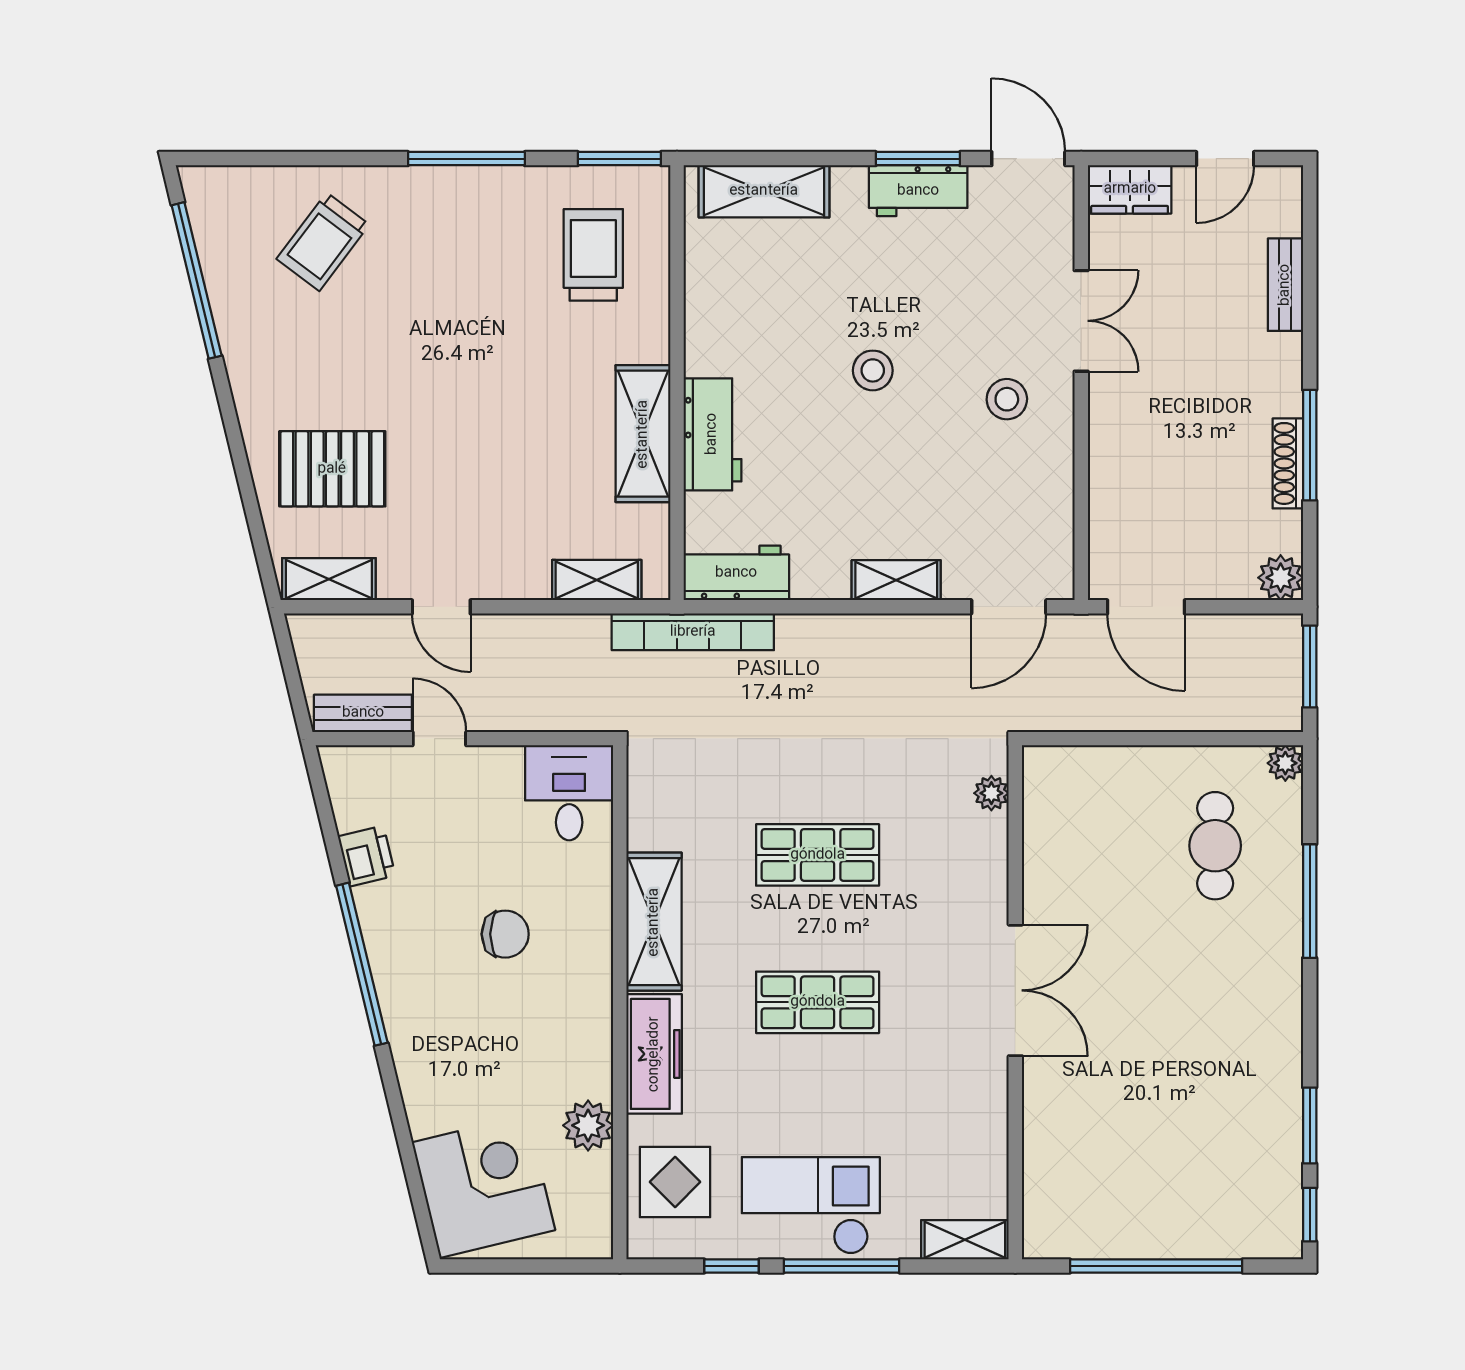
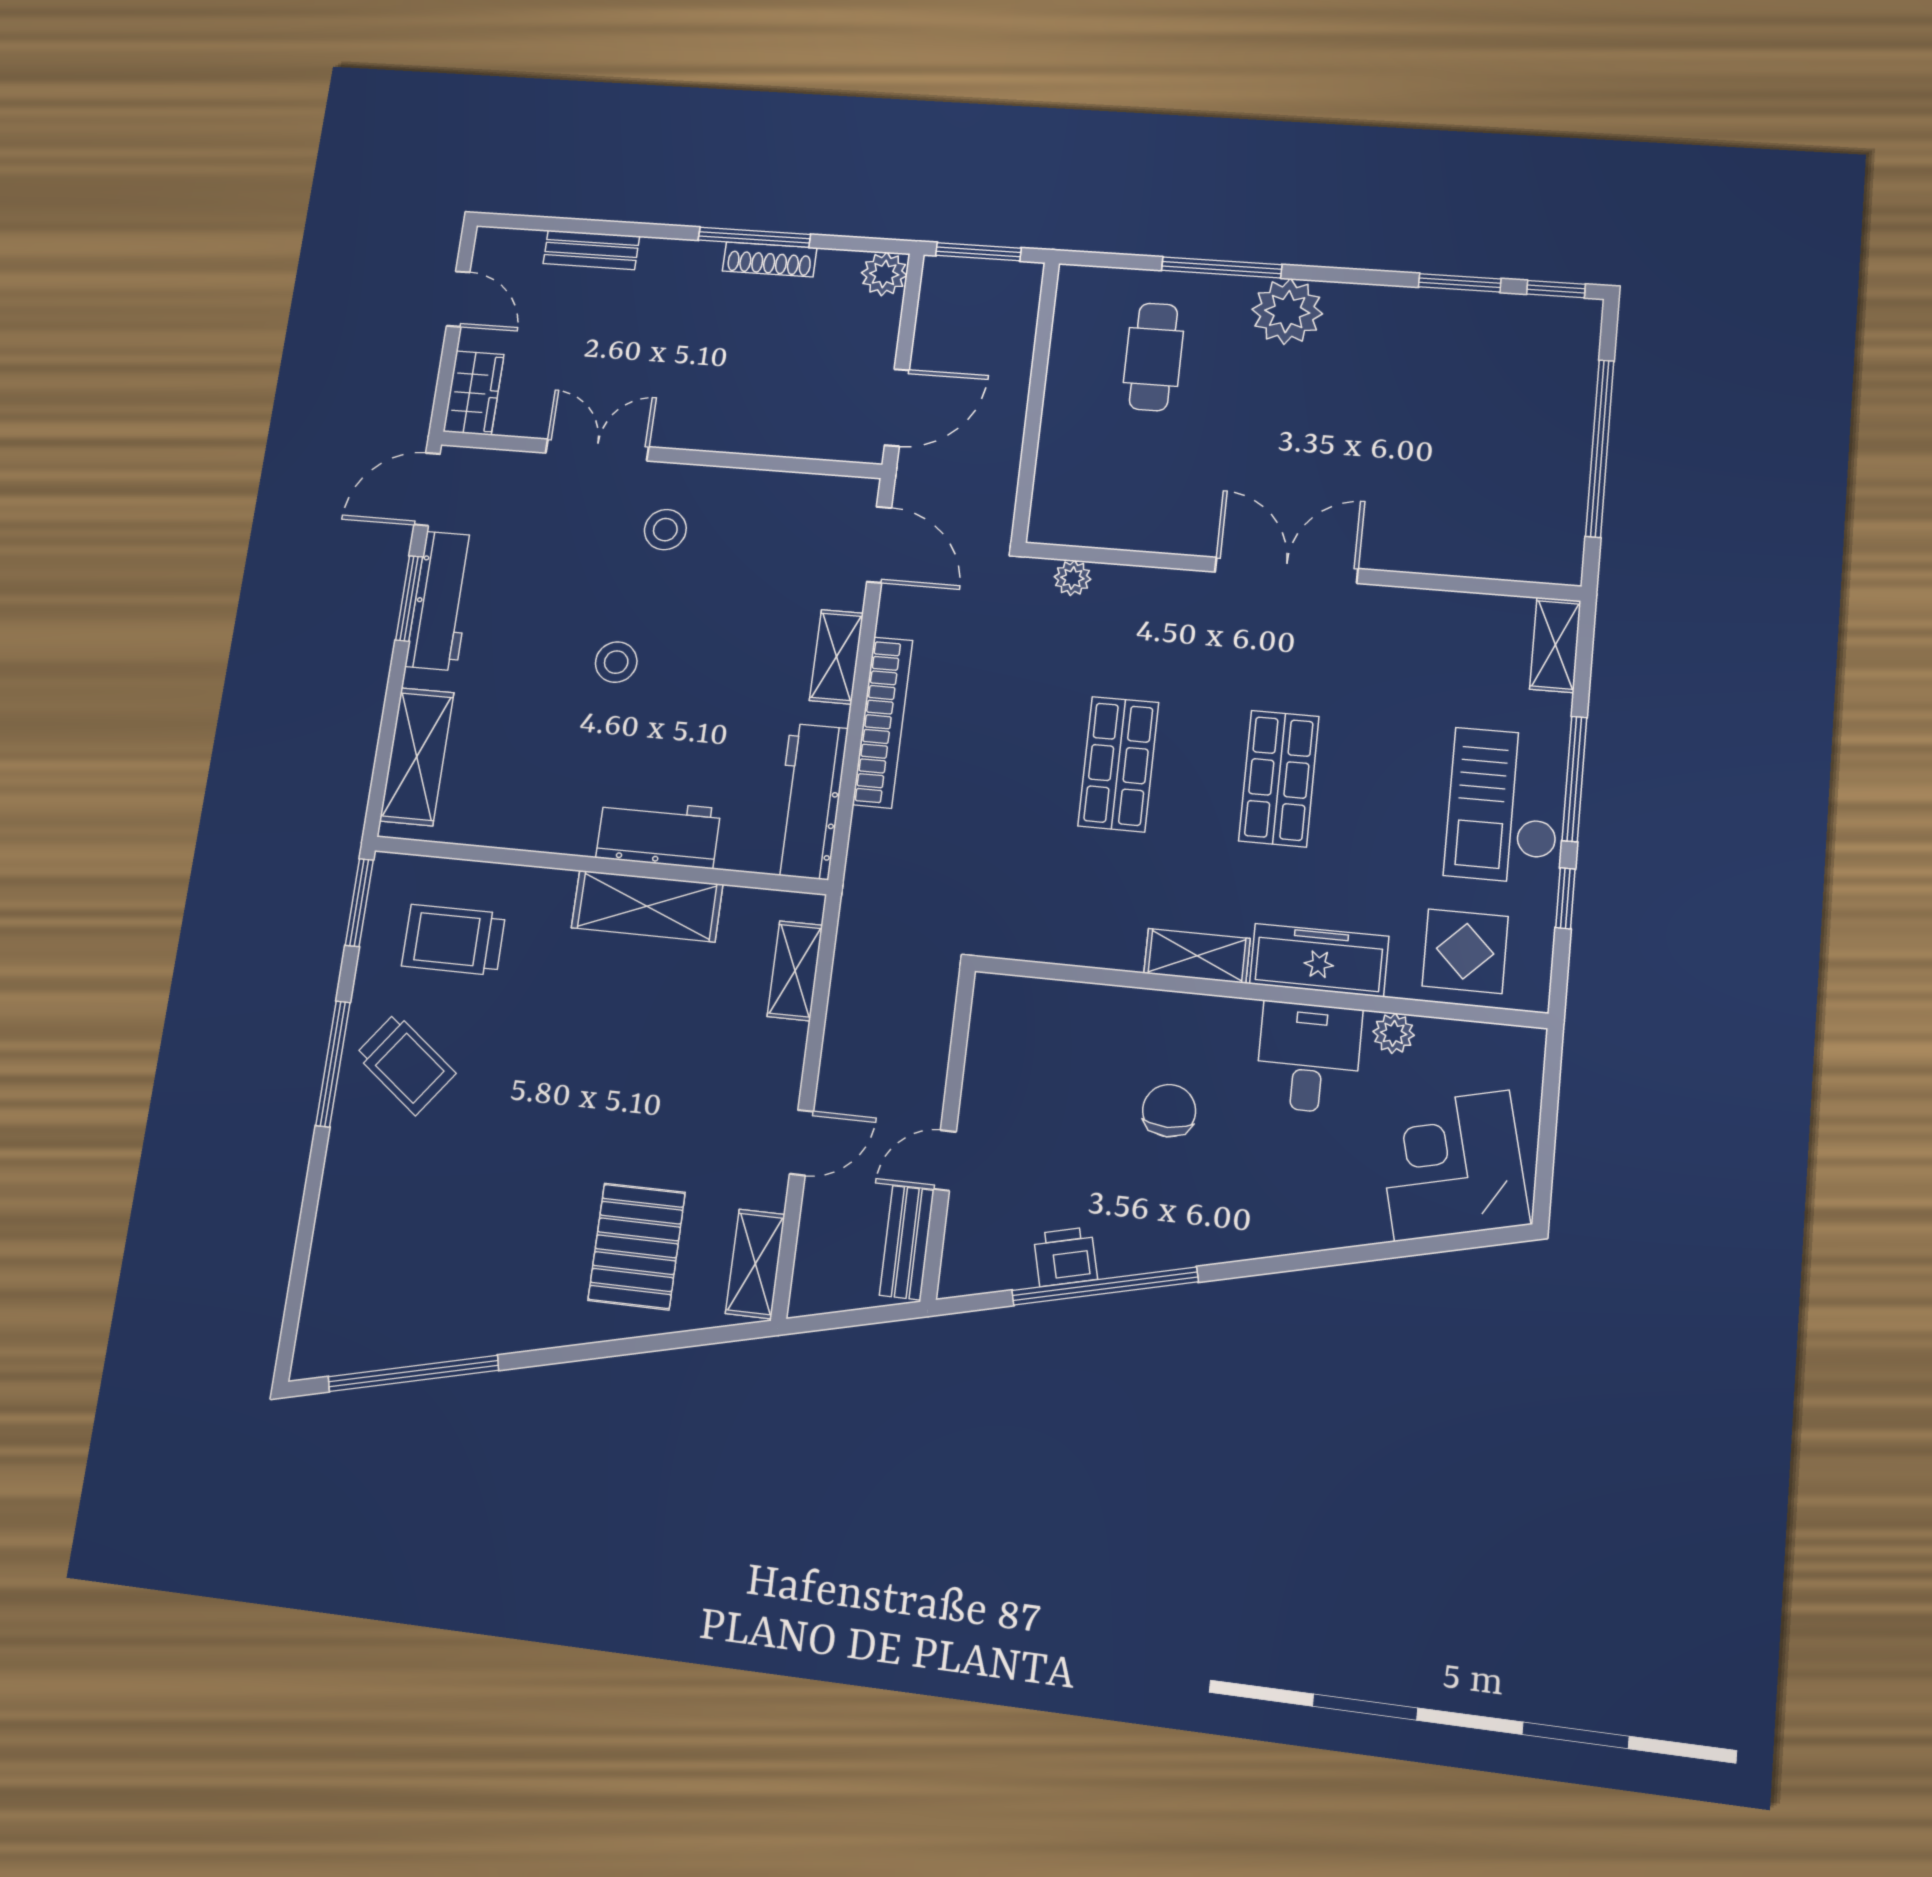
workbench: (918, 191) -> (441, 601), width x1.38
trolley: (323, 242) -> (406, 1064), moved
workbench: (736, 573) -> (810, 801), width x1.38
bookcase: (693, 632) -> (883, 722), moved
plant: (1285, 763) -> (1287, 312), moved, width x1.88, depth x1.88
desk: (569, 793) -> (1309, 1057), moved, turned 90
cafe table: (1215, 846) -> (1153, 357), turned 90
shelving: (654, 922) -> (1197, 956), width x0.67, depth x0.75
window: (362, 964) -> (1105, 1286), moved
plant: (588, 1125) -> (1394, 1033), width x0.73, depth x0.73

